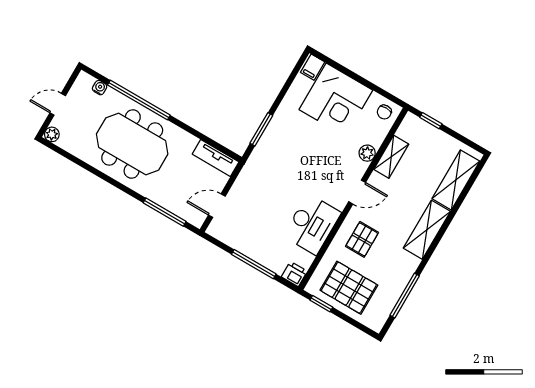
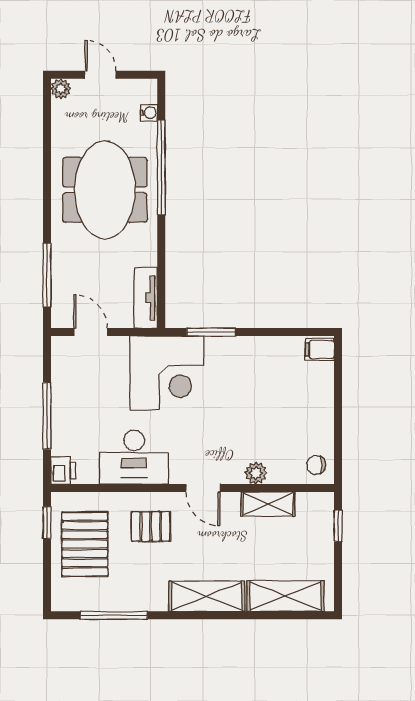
corner desk: (336, 100) -> (167, 373), moved, turned -90

